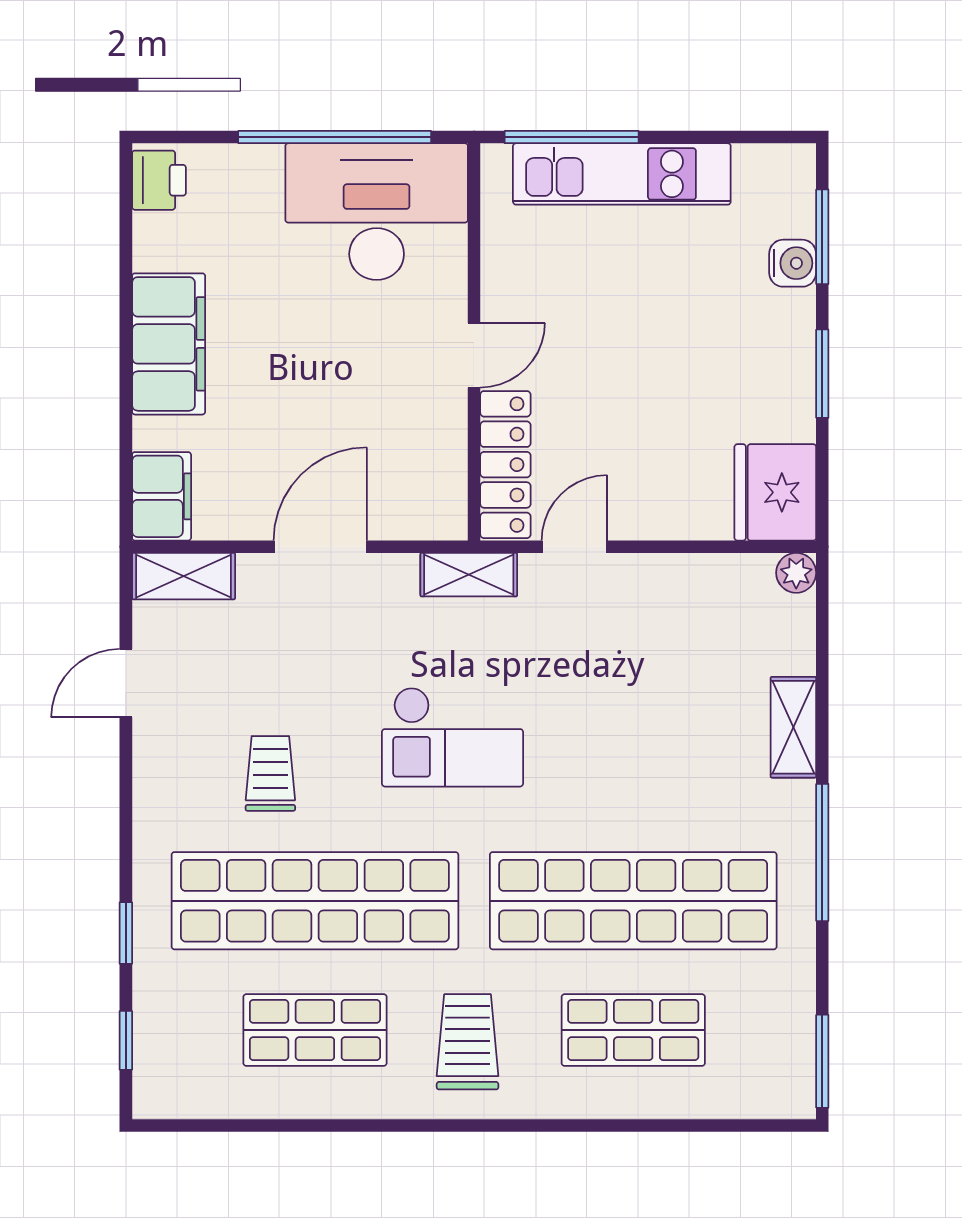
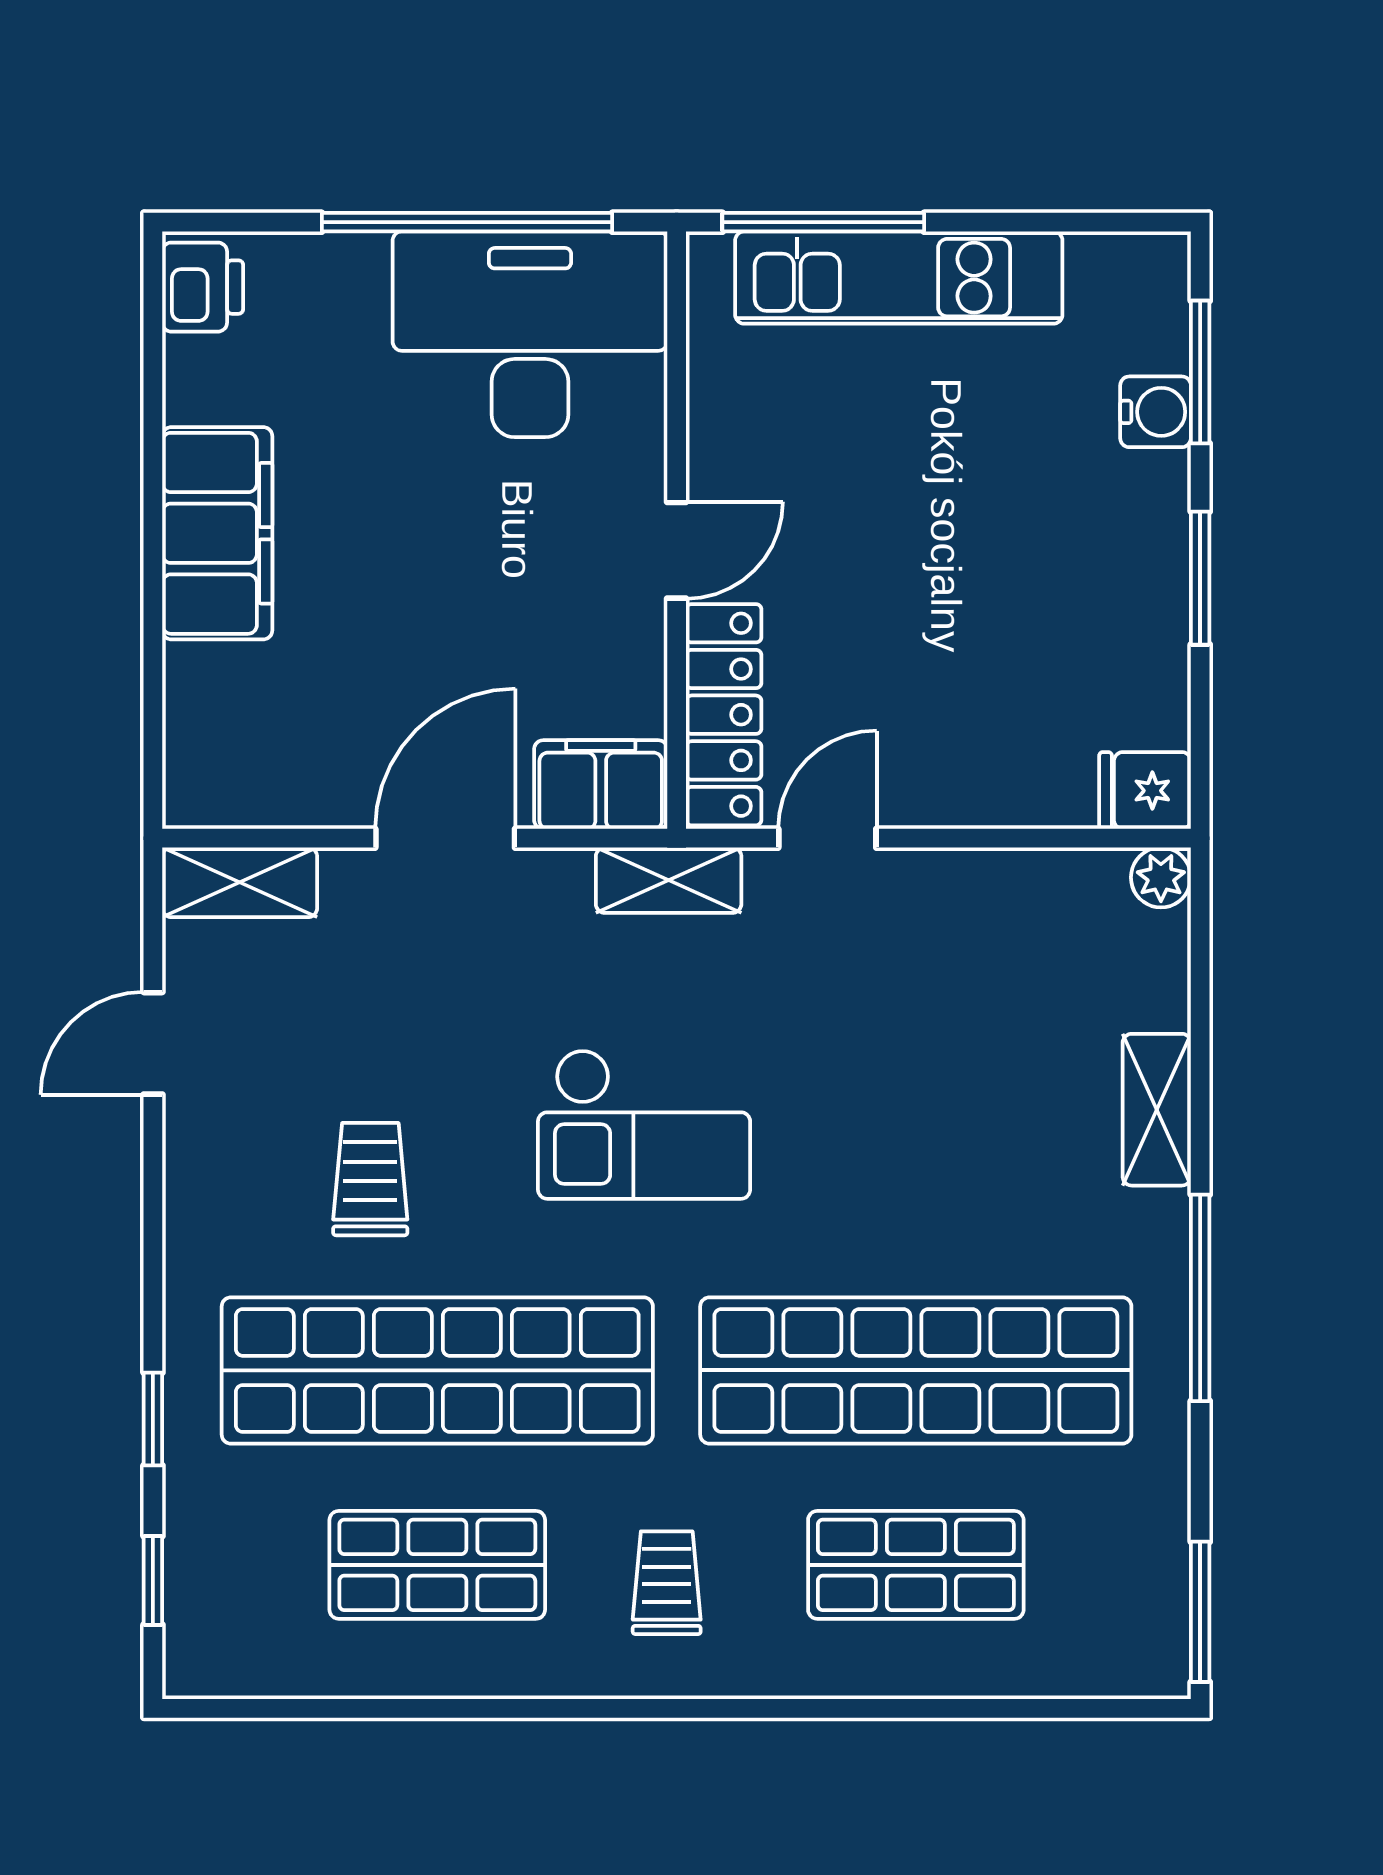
fridge: (775, 492) -> (1145, 791), width x0.53, depth x0.75
filing cabinet: (162, 496) -> (601, 785), moved, turned -90
trolley: (468, 1042) -> (667, 1583), width x0.73, depth x0.72

